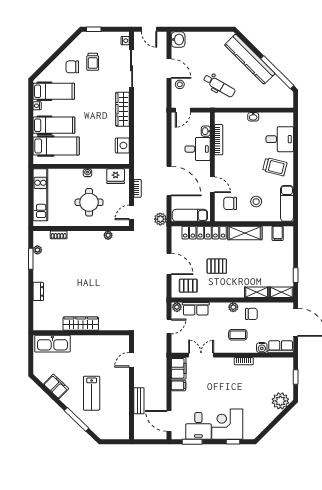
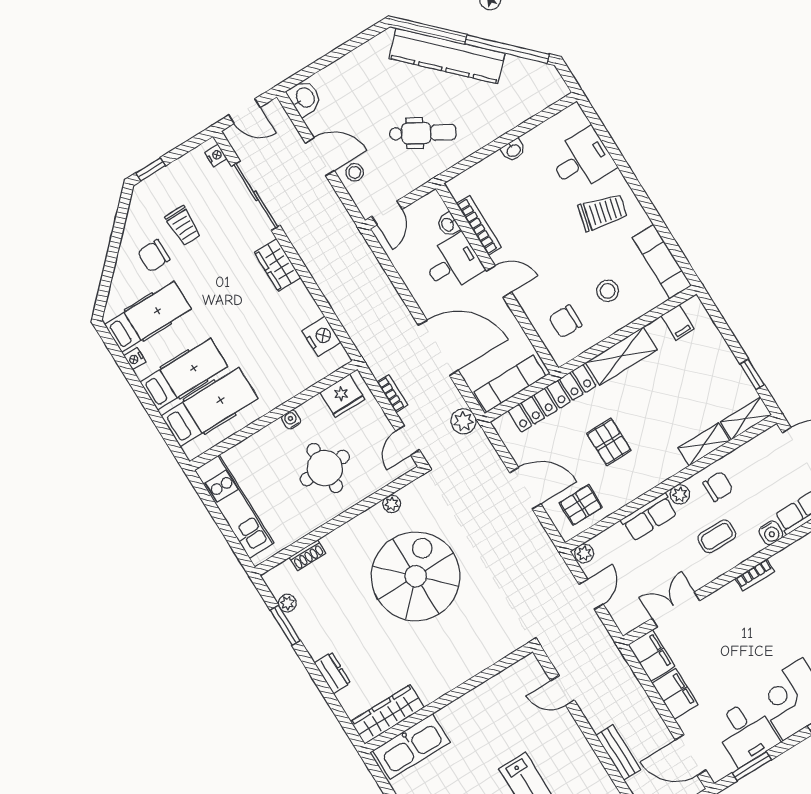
wardrobe: (123, 109) -> (278, 265), width x0.67
door: (212, 185) -> (499, 281), moved
pallet: (217, 266) -> (609, 442), turned 90
spiral stairs: (99, 272) -> (416, 576), added
row of seats: (196, 309) -> (649, 517), moved
wardrobe: (81, 324) -> (387, 714), moved
door: (132, 360) -> (563, 690), hinge flipped
filing cabinet: (178, 385) -> (675, 694), width x2.00

